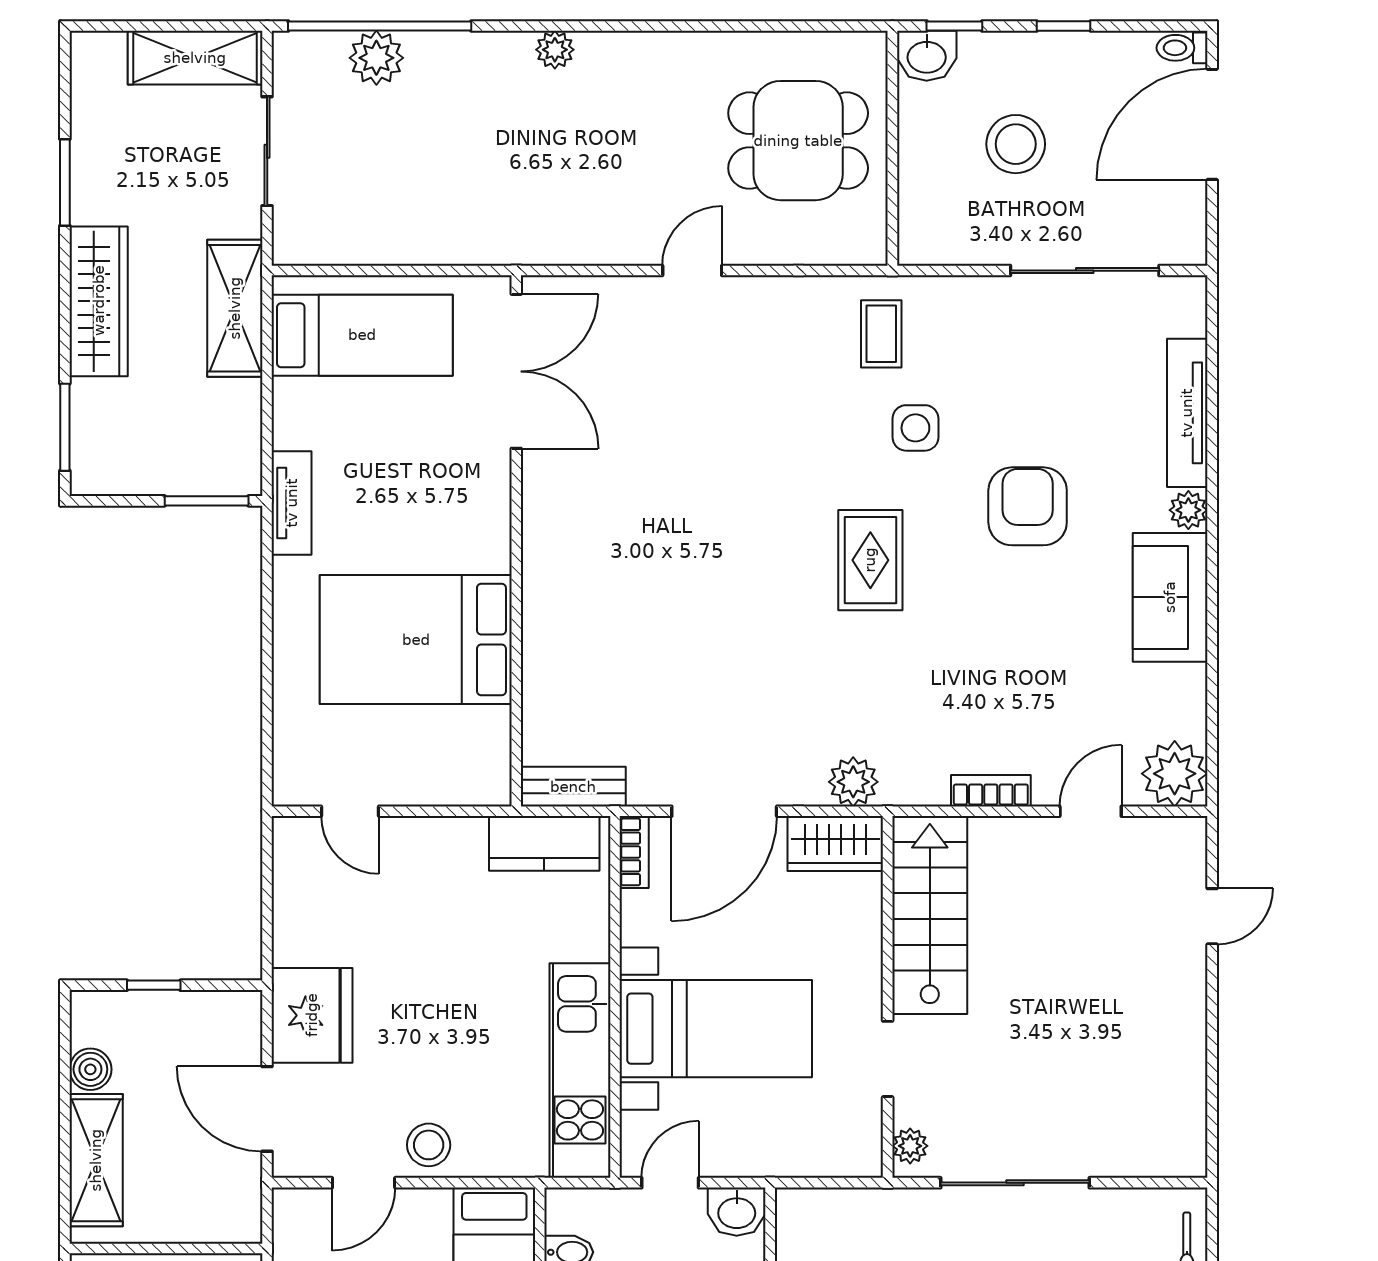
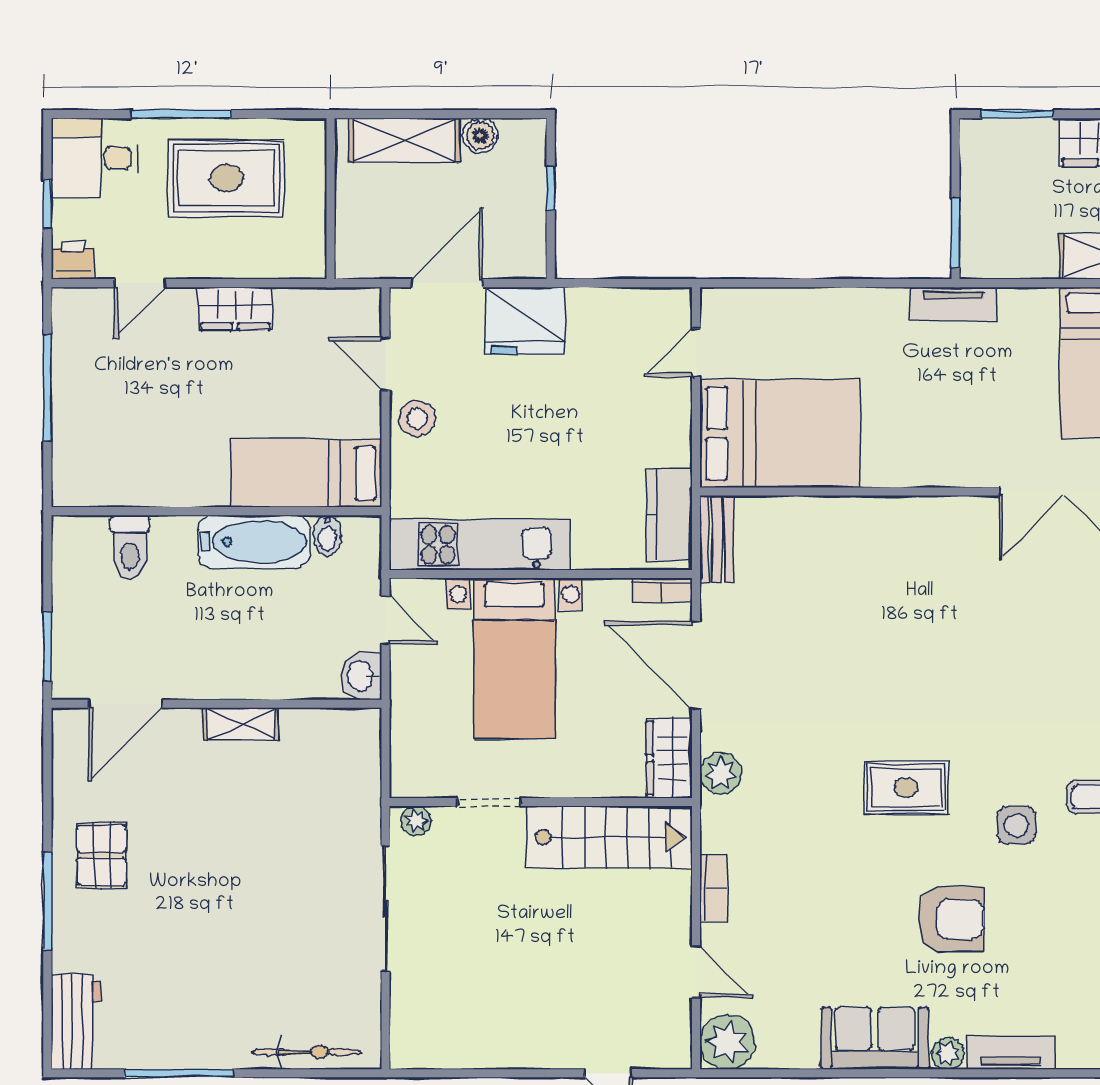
tv unit: (1187, 413) -> (1011, 1053), width x0.71
bed: (416, 640) -> (780, 434), moved, turned 90

